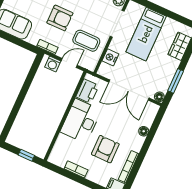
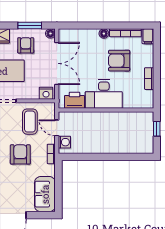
nightstand: (110, 57) -> (46, 93), moved
armchair: (159, 69) -> (26, 45), added
floor lamp: (144, 131) -> (104, 34), moved

